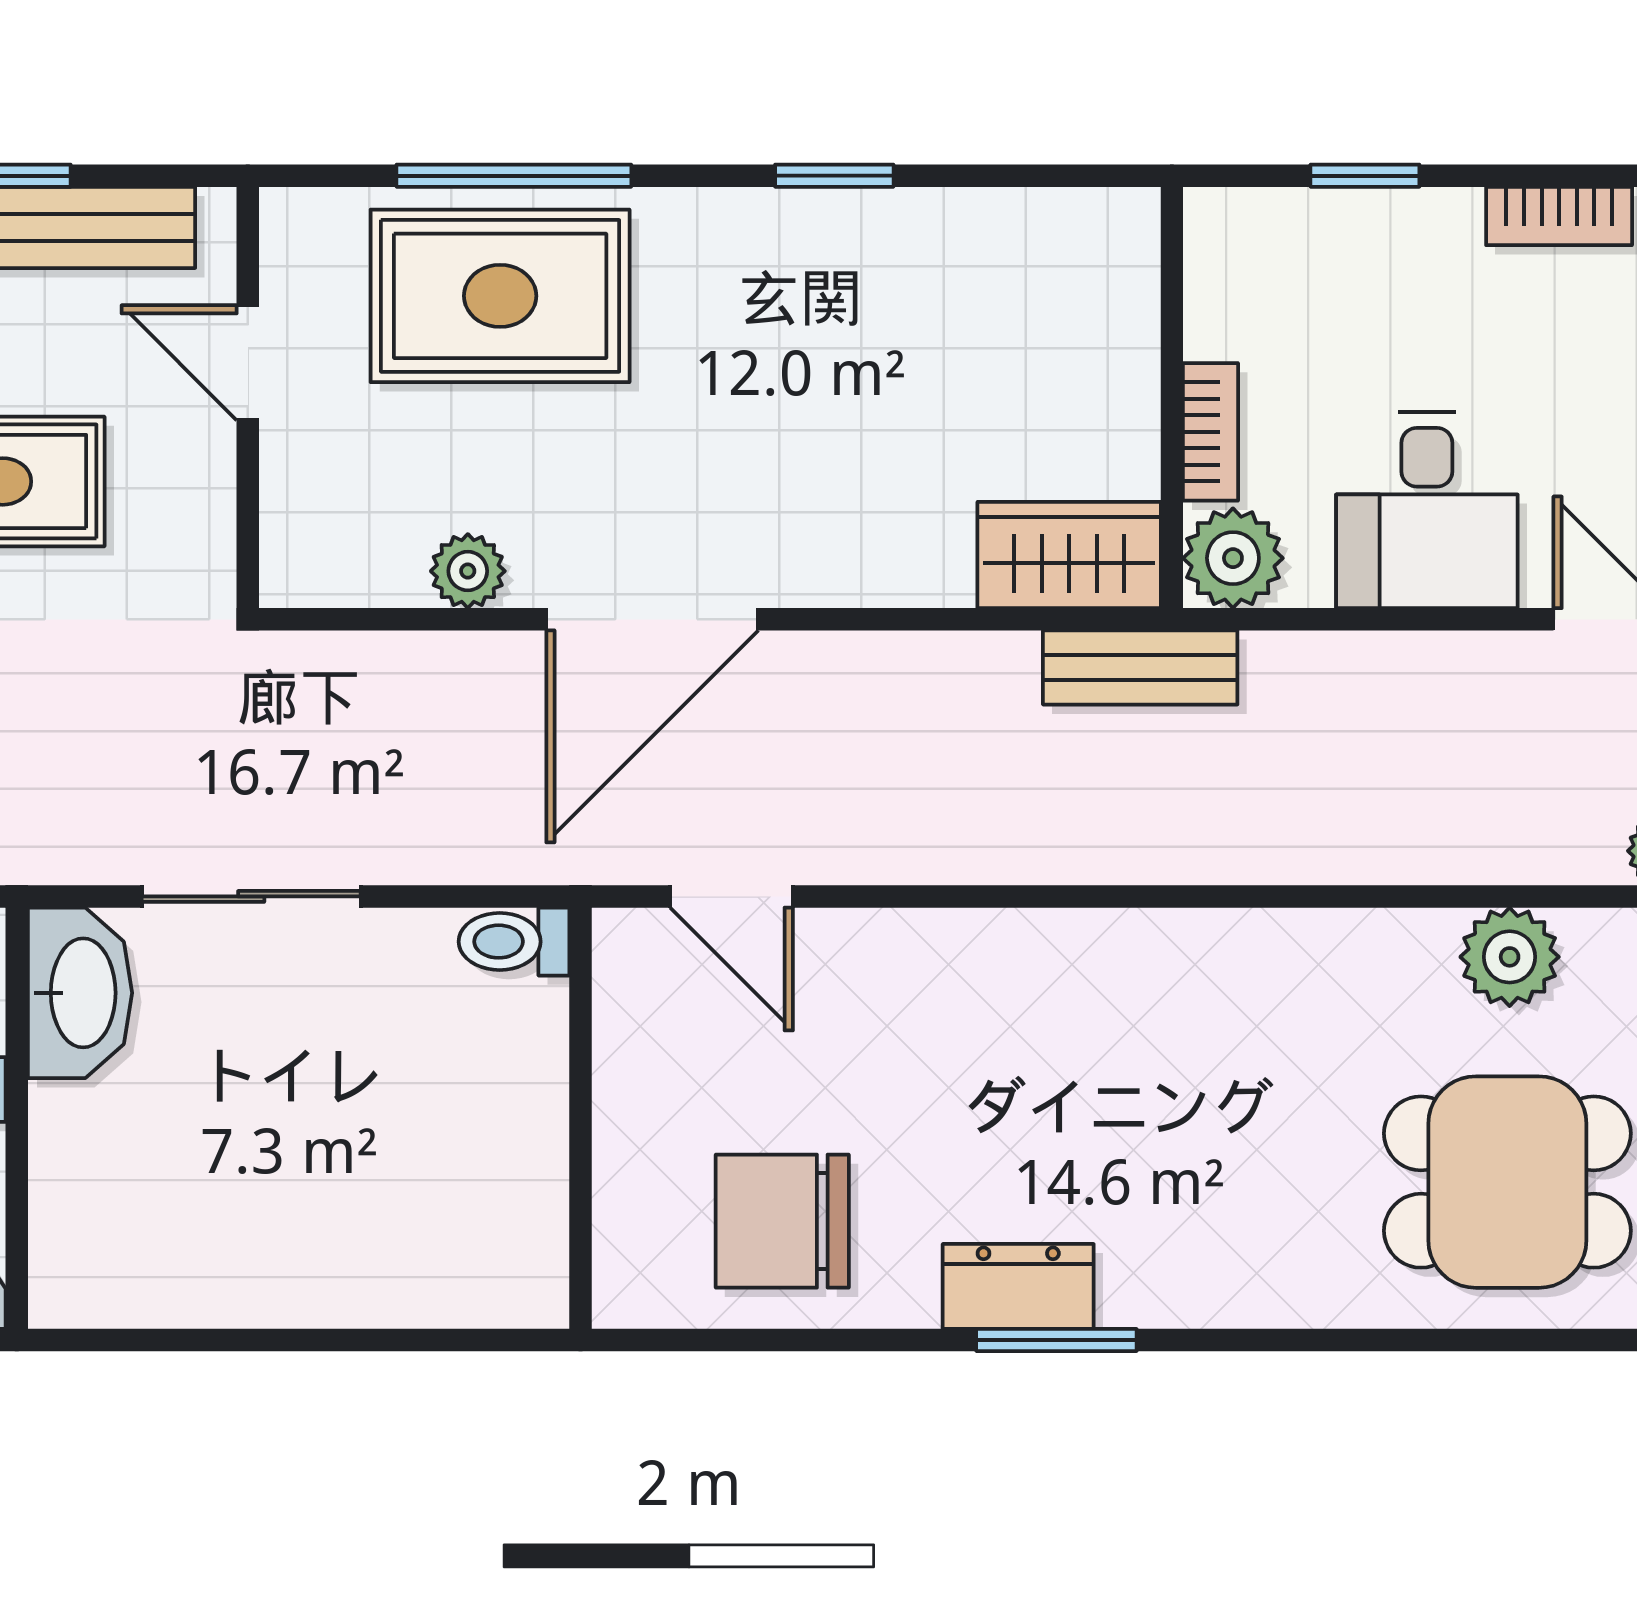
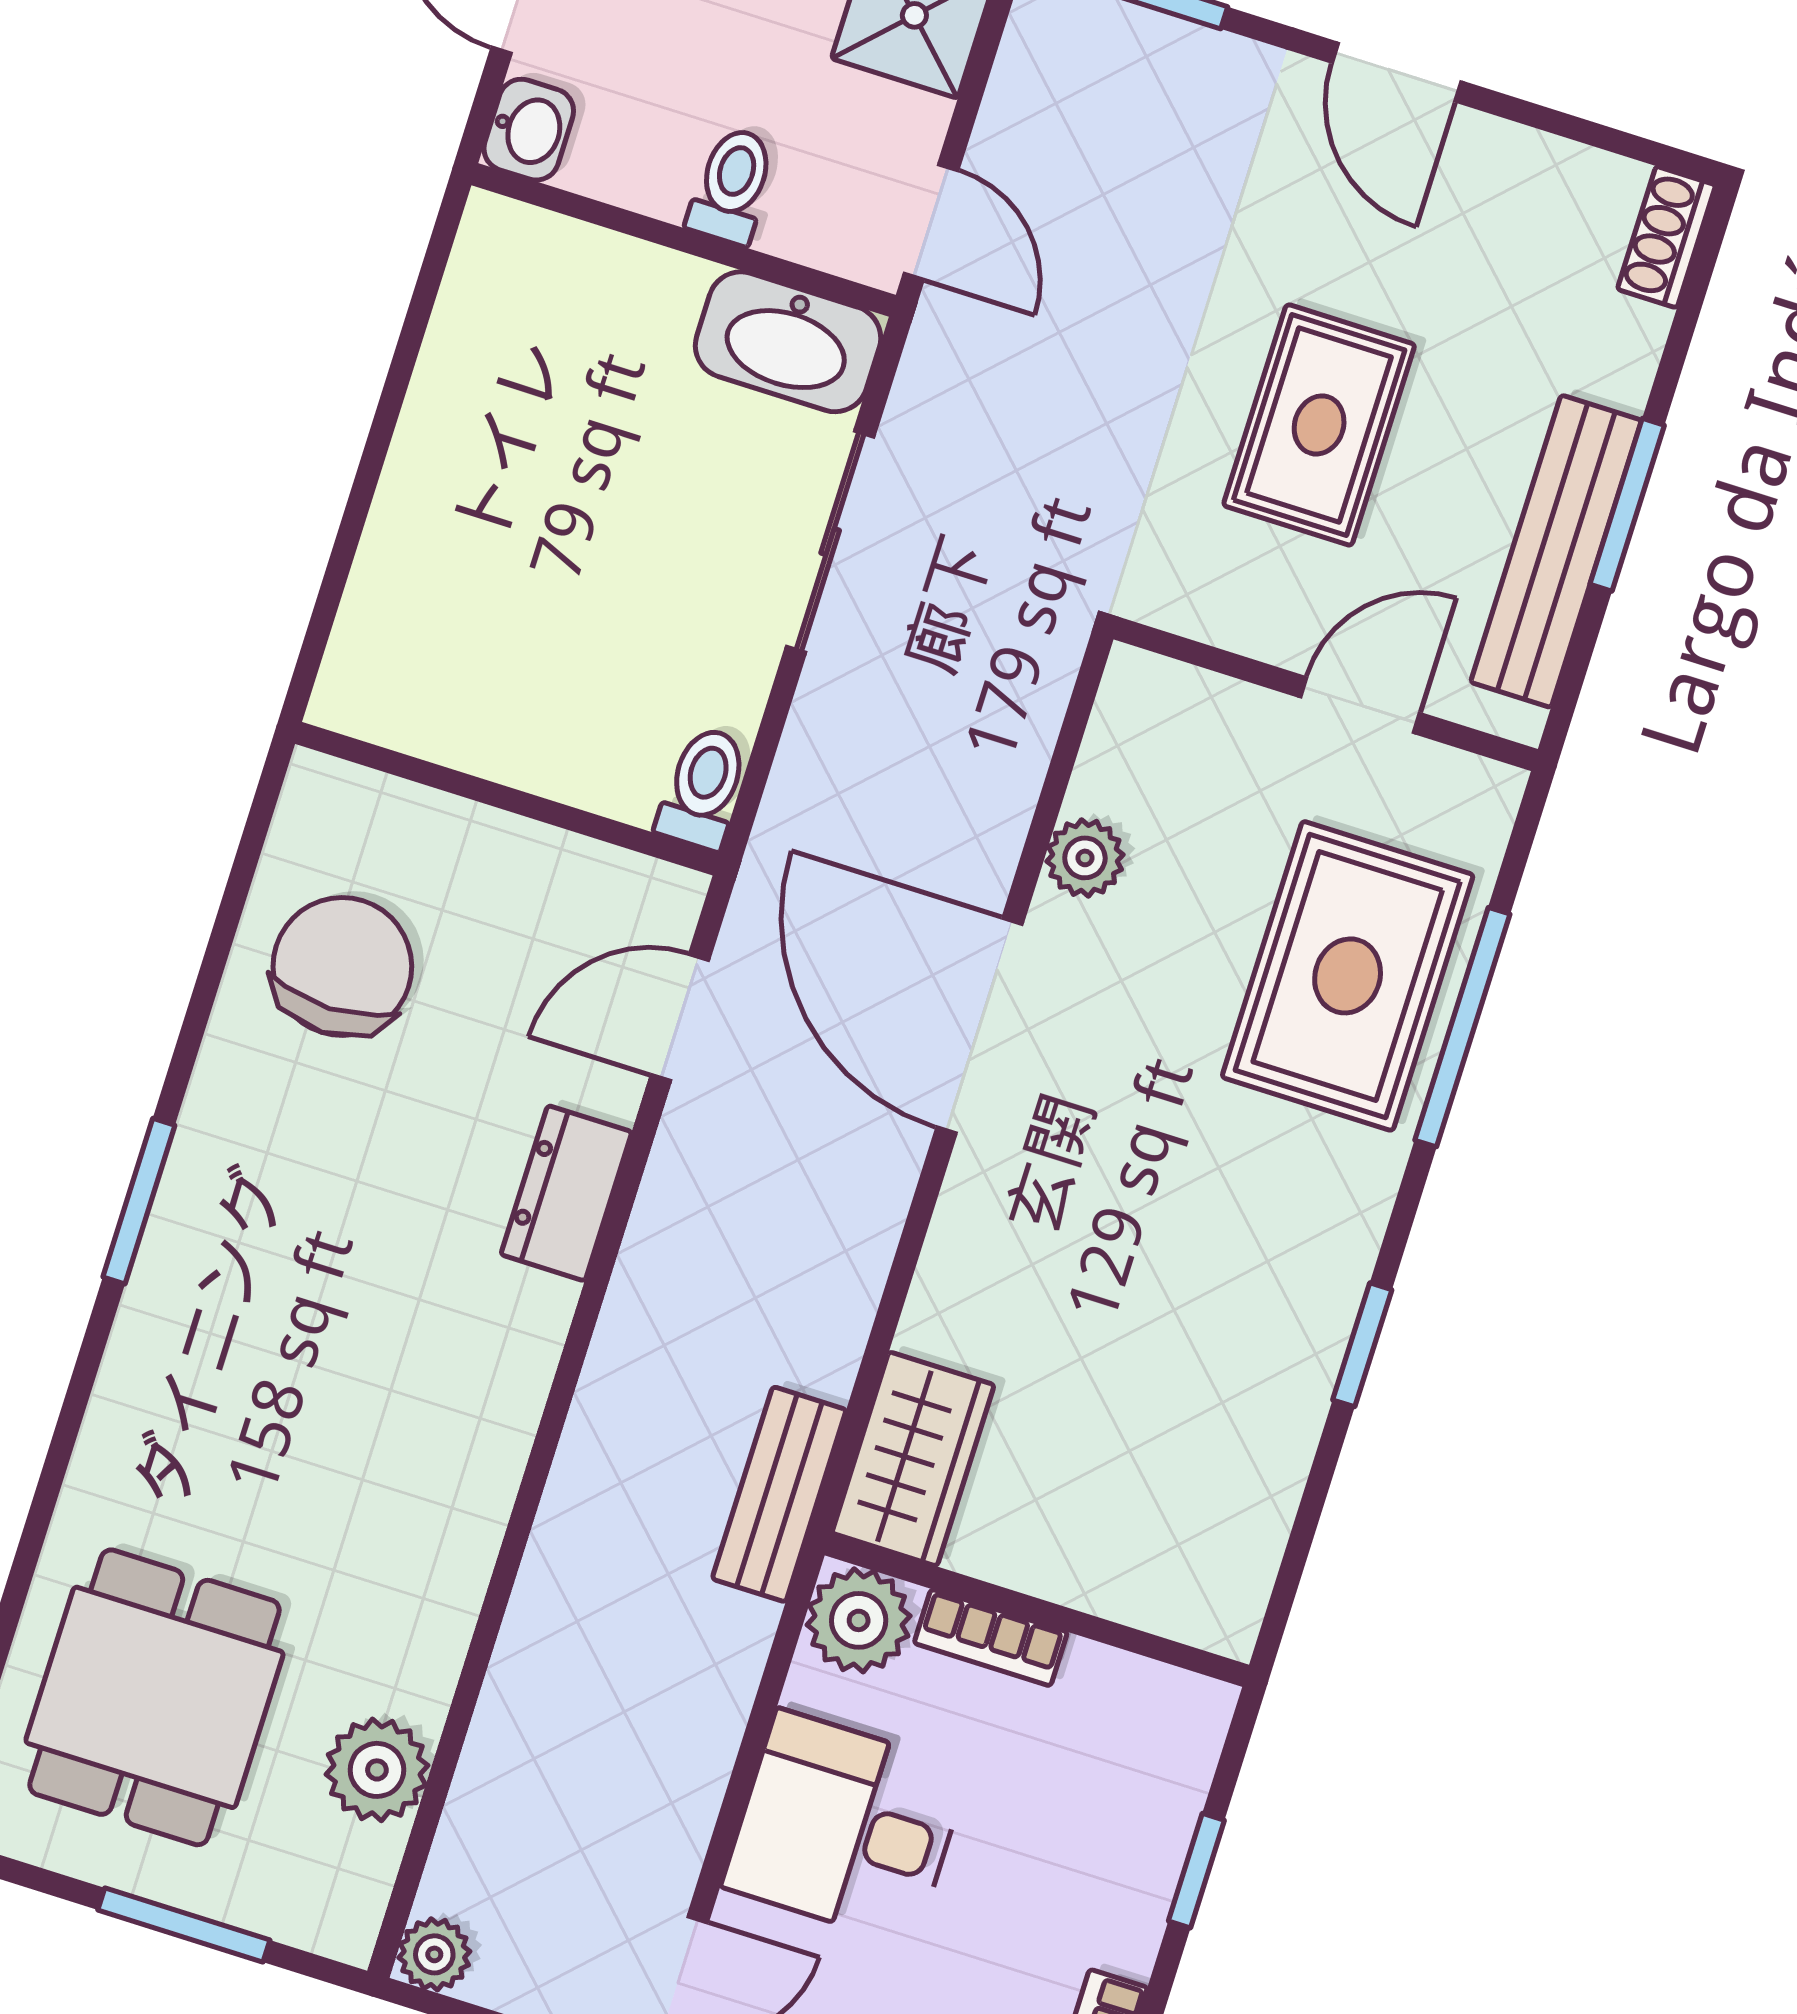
dresser: (1018, 1286) -> (566, 1193), moved, turned 180

